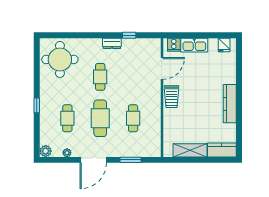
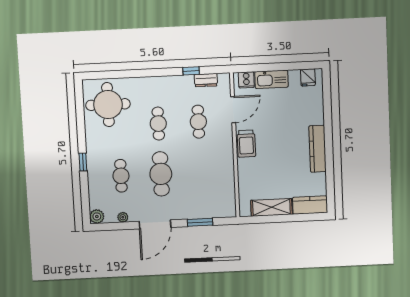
dresser: (112, 43) -> (206, 80), moved
cafe table: (133, 118) -> (198, 122), moved

